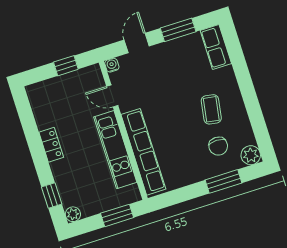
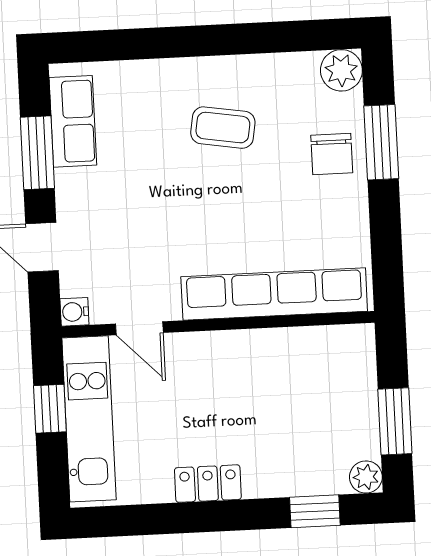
row of seats: (216, 47) -> (73, 121), moved, turned -90
door: (112, 96) -> (139, 328), hinge flipped
chair: (218, 146) -> (332, 154), moved, turned 90
kitchen unit: (115, 150) -> (89, 419), moved, turned -90
window: (117, 215) -> (395, 421), moved

